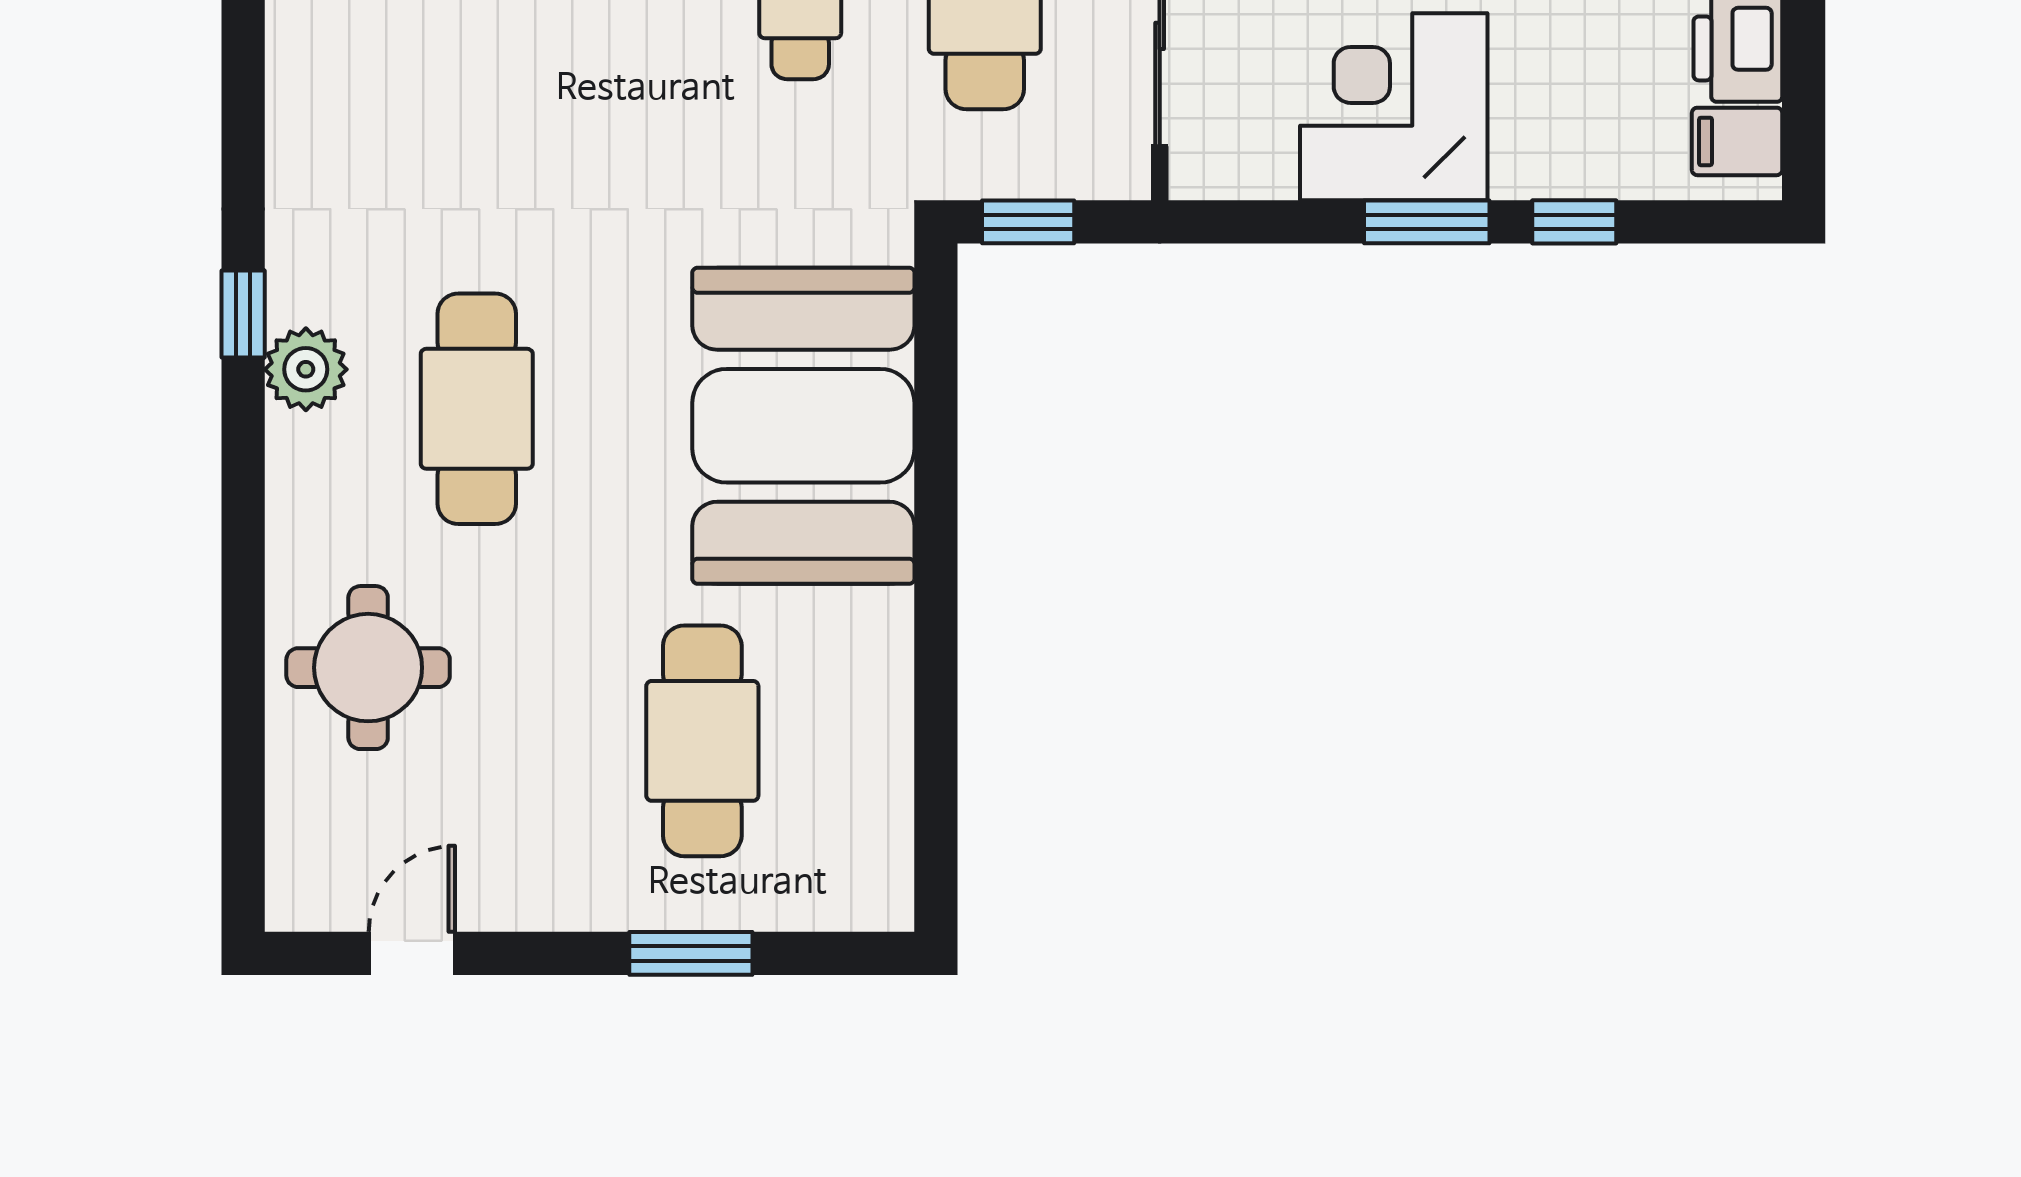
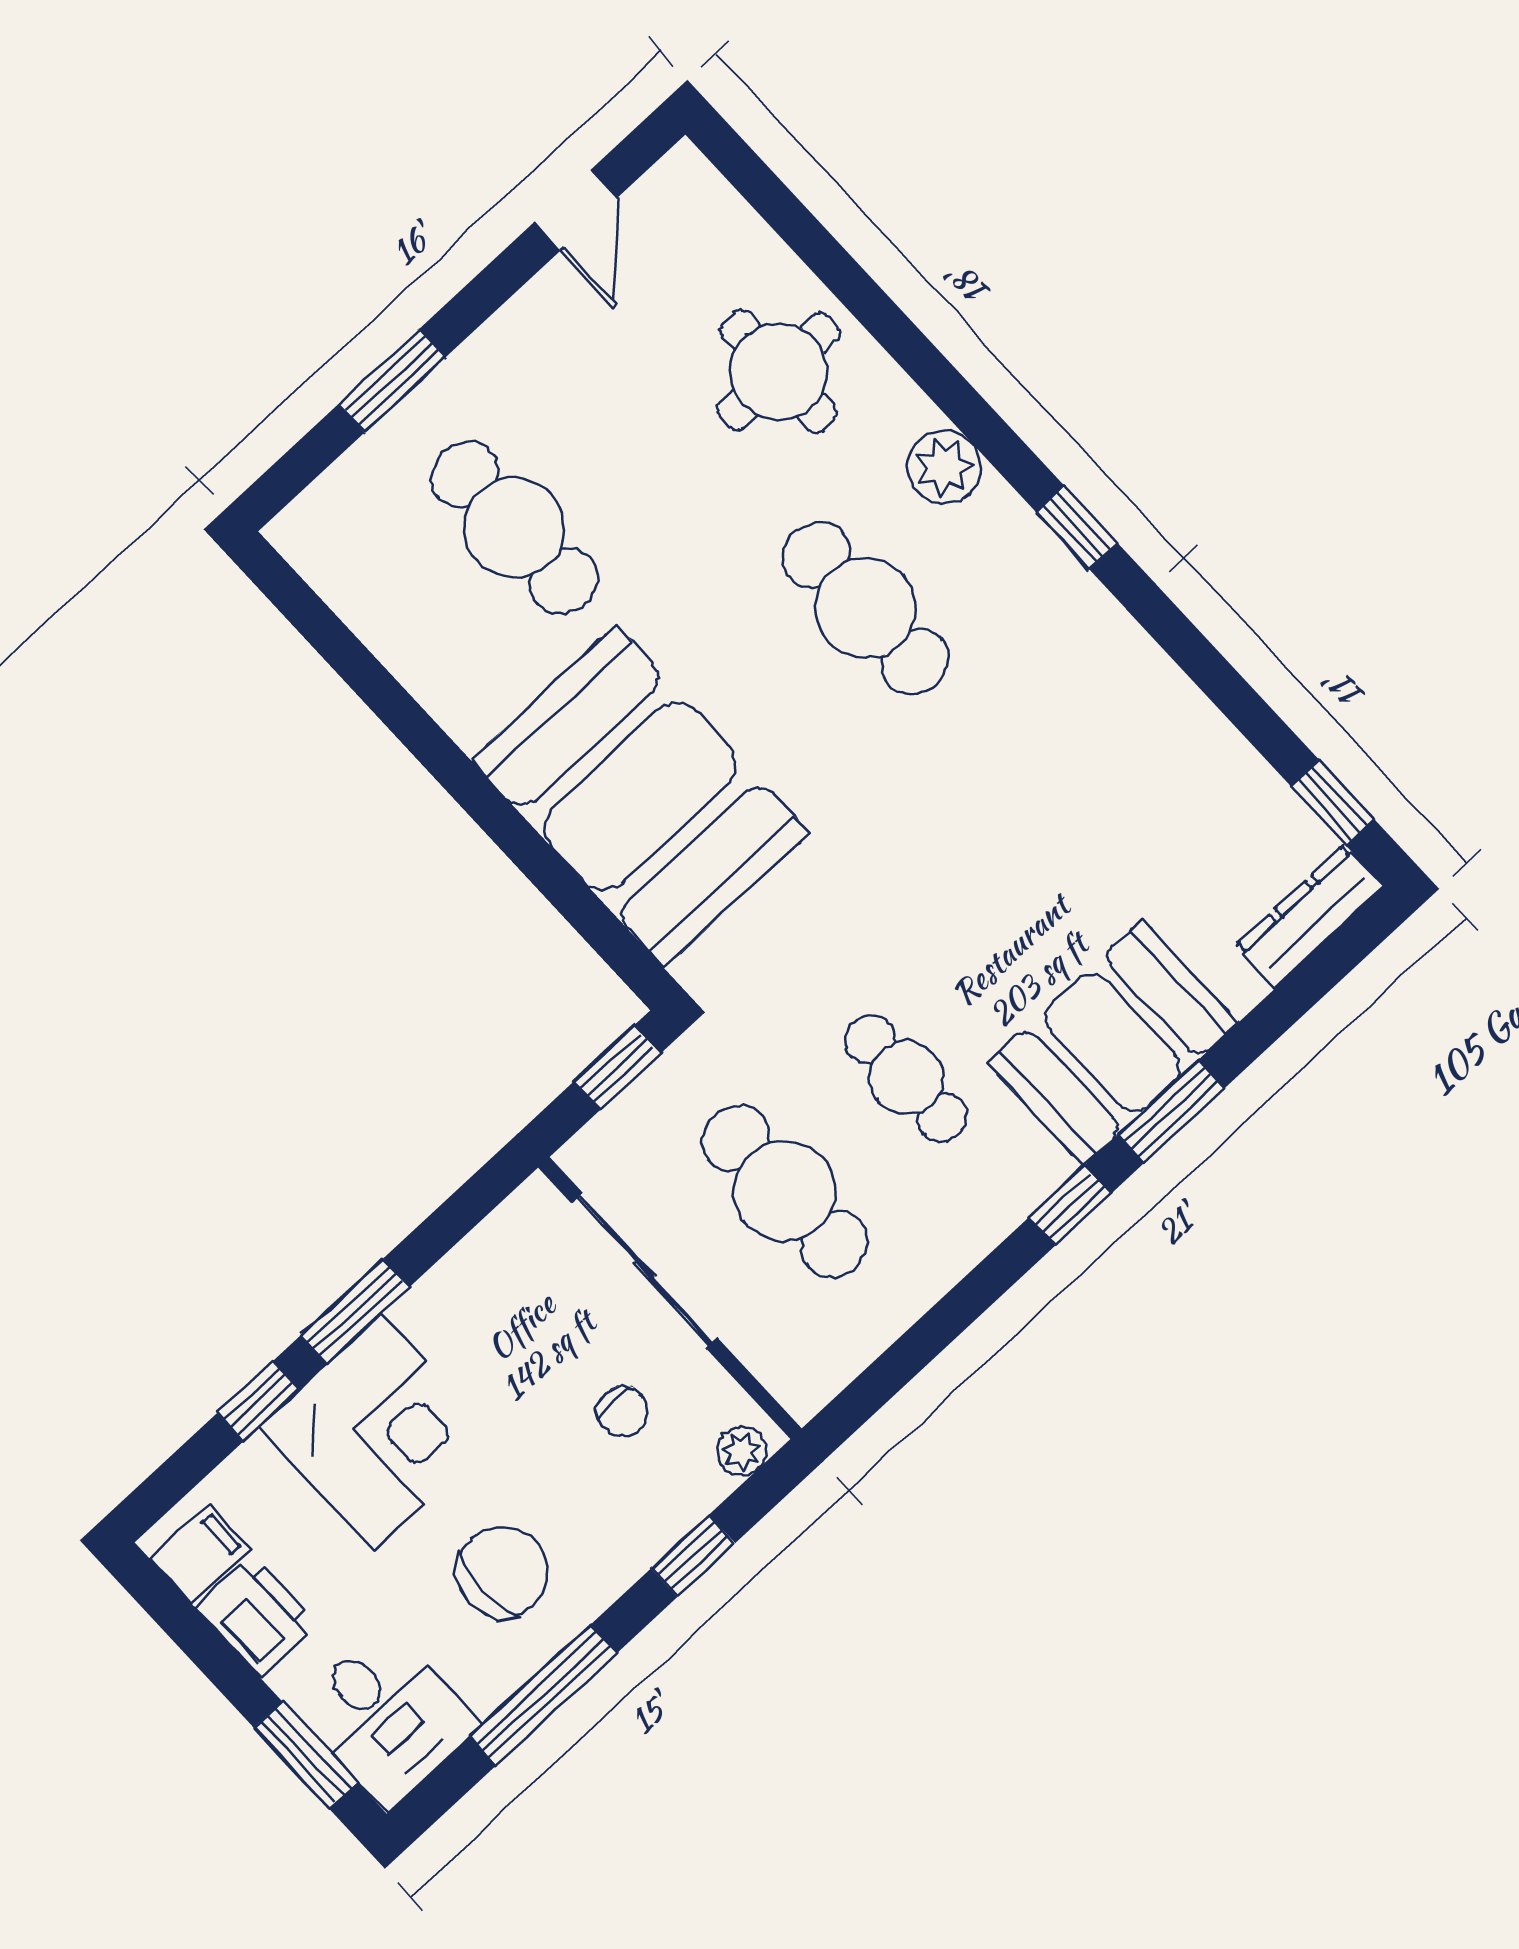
corner desk: (1394, 107) -> (377, 1432), moved
plant: (306, 369) -> (944, 467), moved

